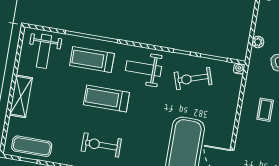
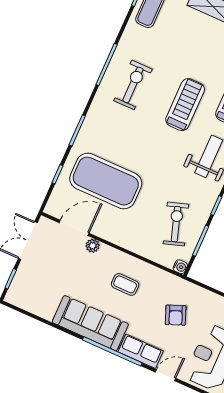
plant: (258, 42) -> (93, 246), moved
exercise bike: (193, 78) -> (176, 224), moved

